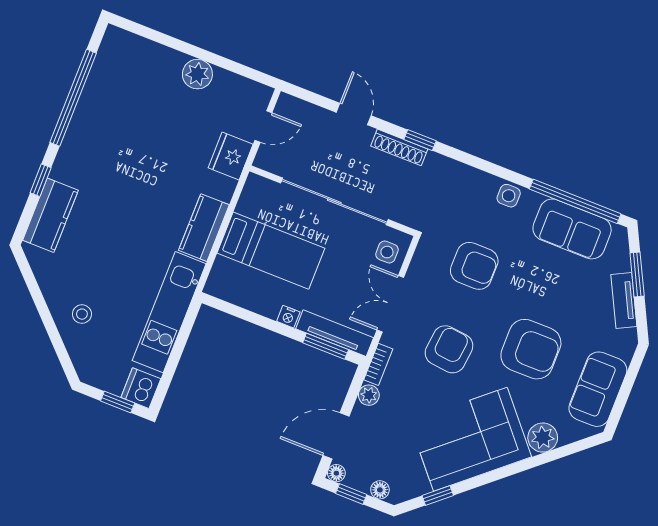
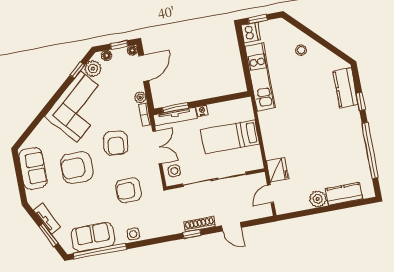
kitchen counter: (204, 228) -> (344, 194), moved, turned -90
plant: (543, 438) -> (93, 69), moved

